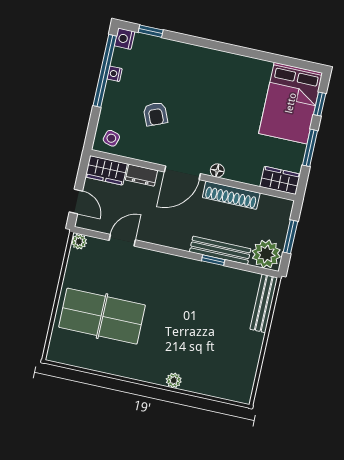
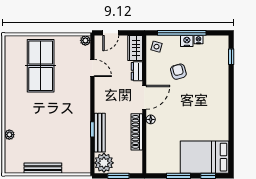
nightstand: (124, 39) -> (187, 41), moved
window: (105, 71) -> (182, 33), moved
armchair: (155, 114) -> (178, 72), turned 97
door: (182, 173) -> (144, 97), swing flipped
wardrobe: (280, 180) -> (153, 161), removed
bench: (264, 303) -> (43, 168), moved
plant: (174, 380) -> (9, 135), moved

